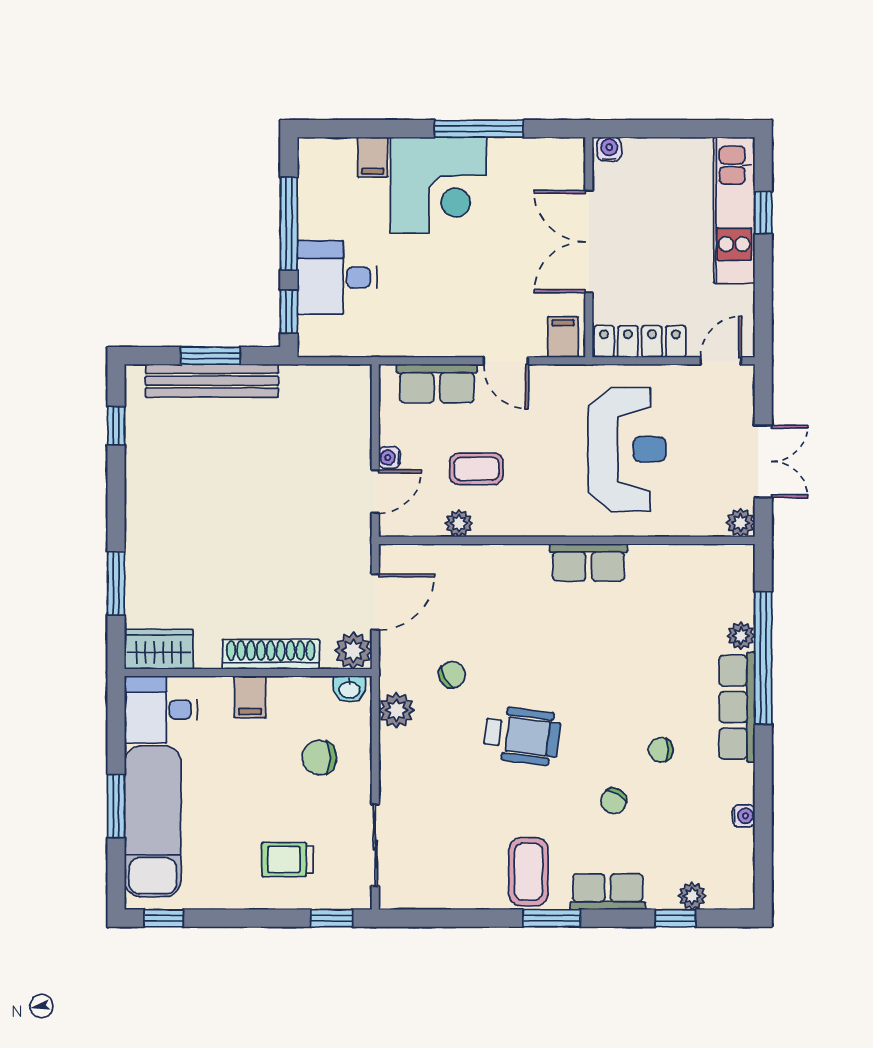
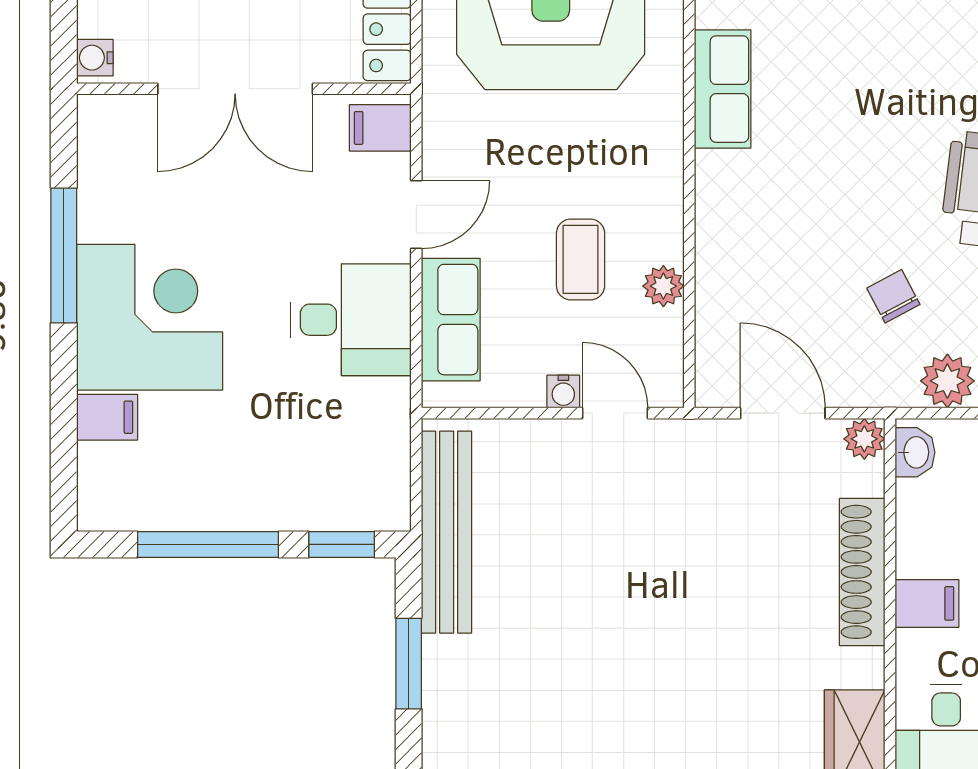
desk: (337, 277) -> (351, 320), moved, turned -90
bench: (212, 381) -> (447, 532), moved
plant: (353, 651) -> (864, 439), width x0.73, depth x0.73

